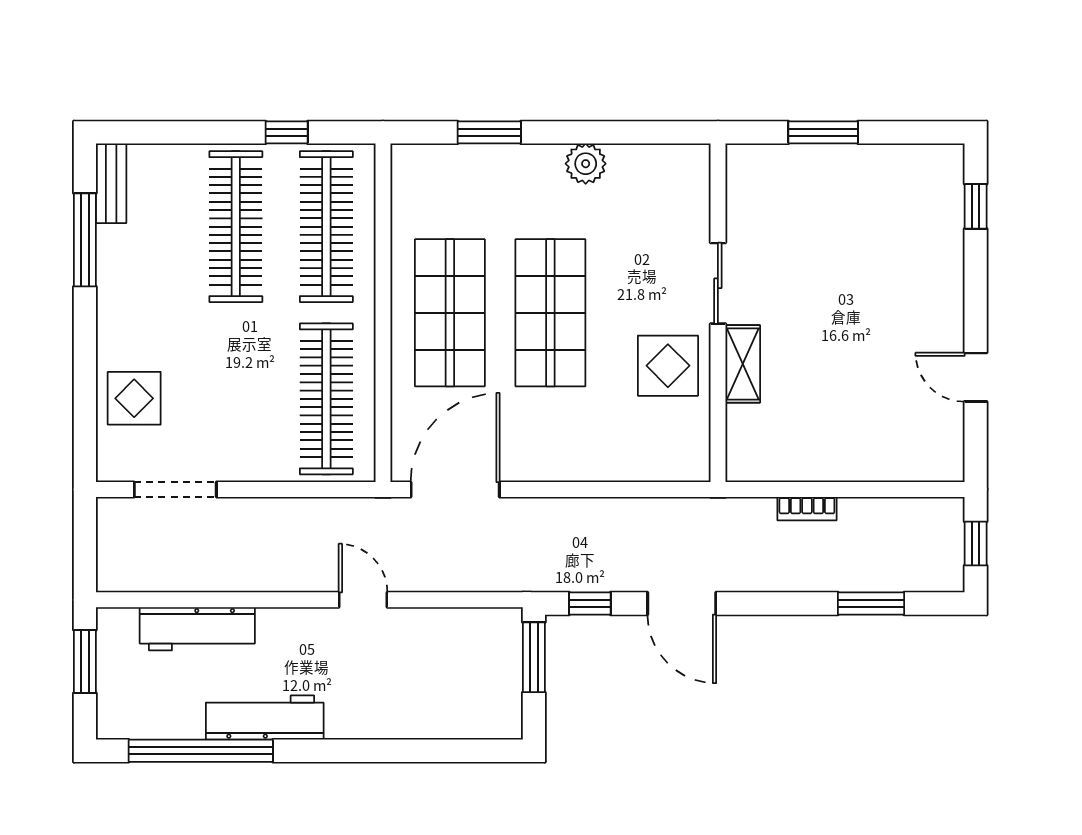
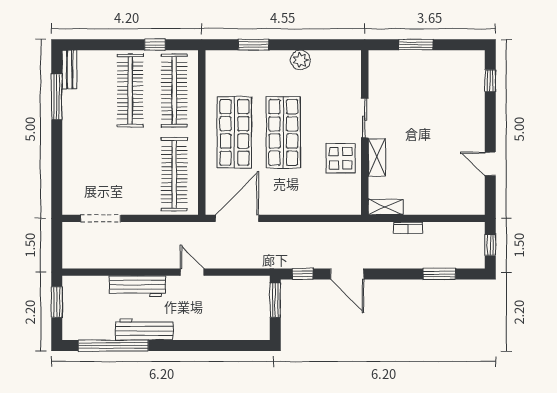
display table: (134, 398) -> (81, 174), removed
shelving: (761, 466) -> (386, 207), added
workbench: (197, 629) -> (138, 286), moved

